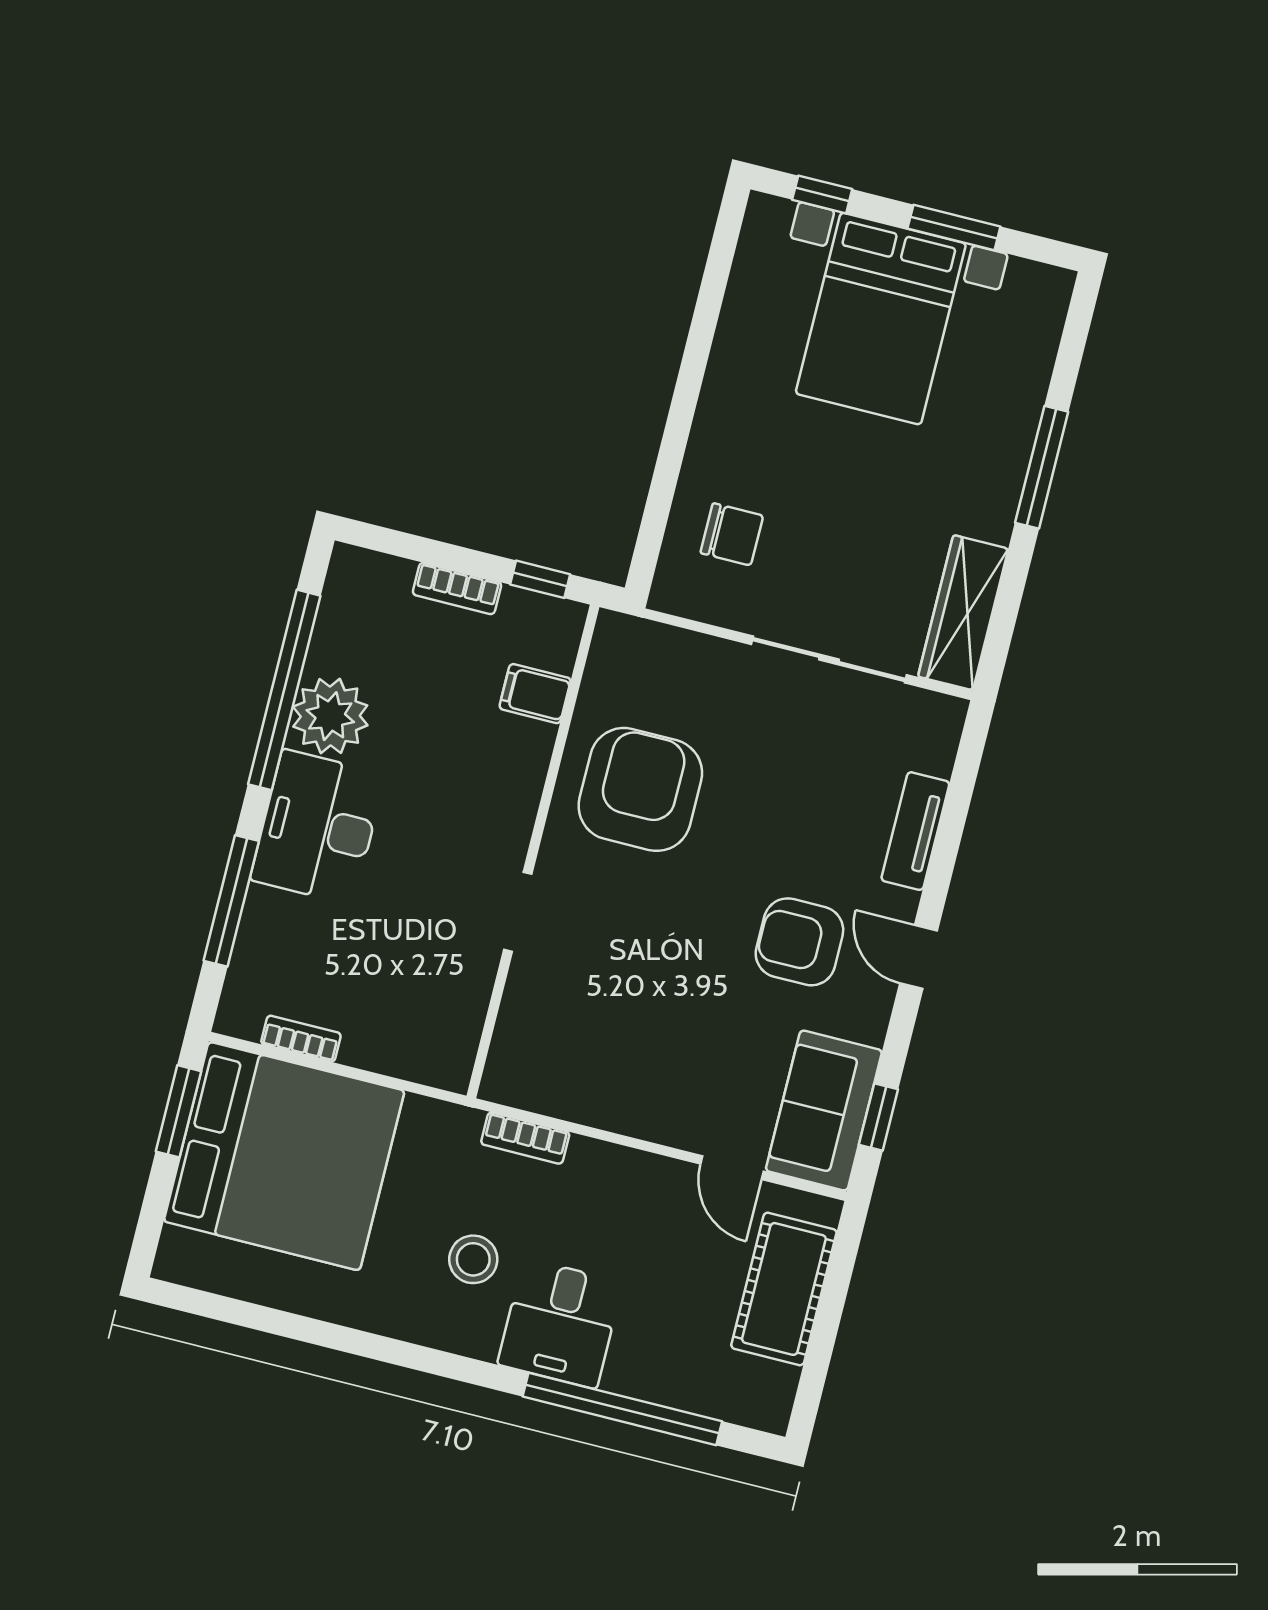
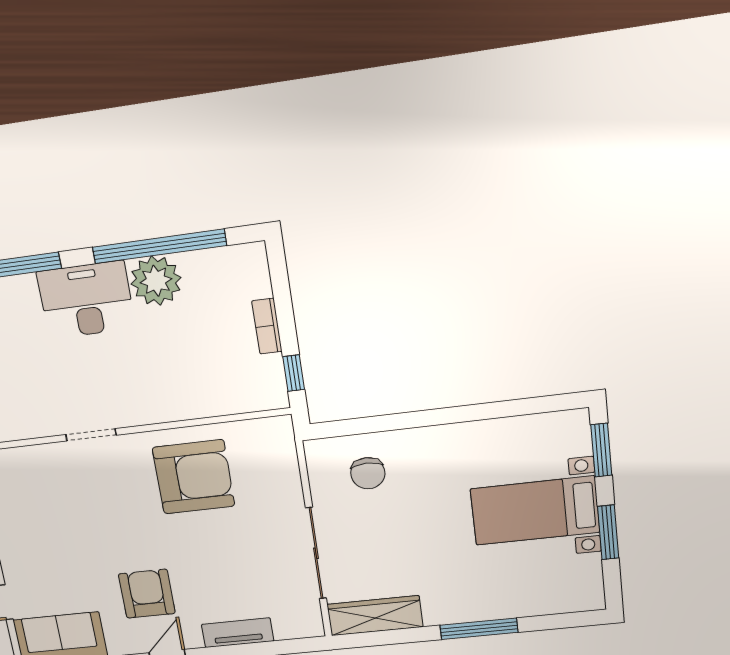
window: (822, 194) -> (601, 450), width x1.50
bed with nightstands: (881, 319) -> (535, 511), width x0.73
filing cabinet: (535, 694) -> (223, 396), removed

